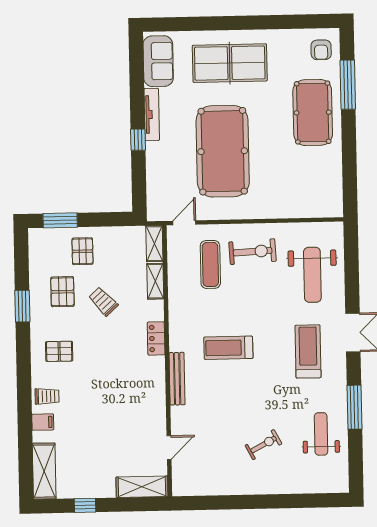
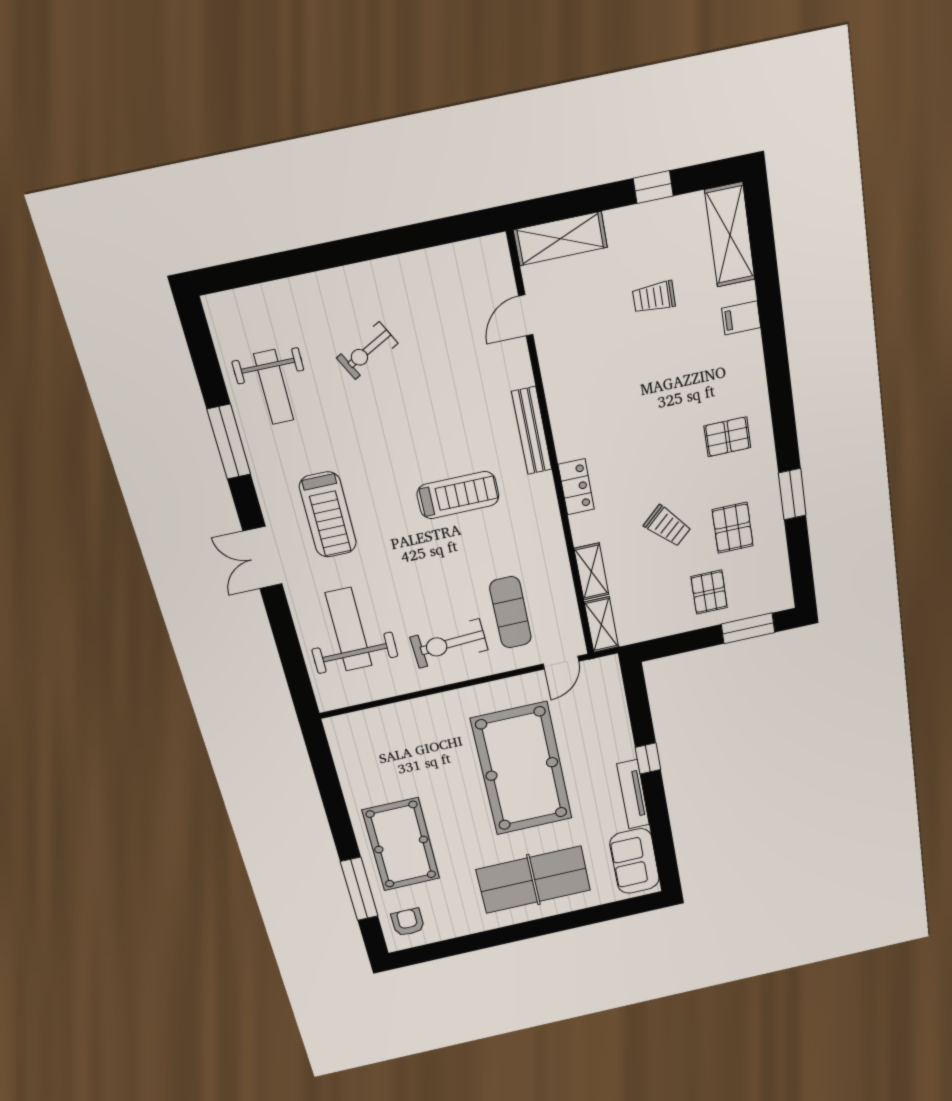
trolley: (47, 396) -> (654, 297), moved

